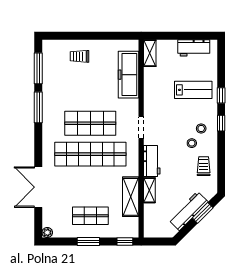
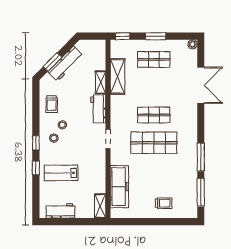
shop shelf: (90, 154) -> (154, 115), width x0.50, depth x0.74

